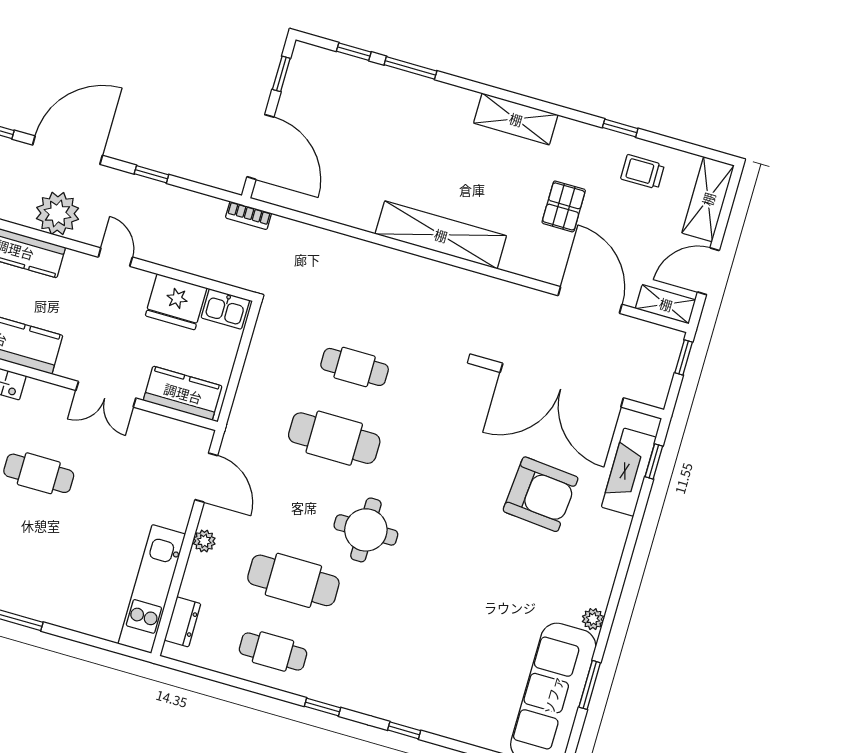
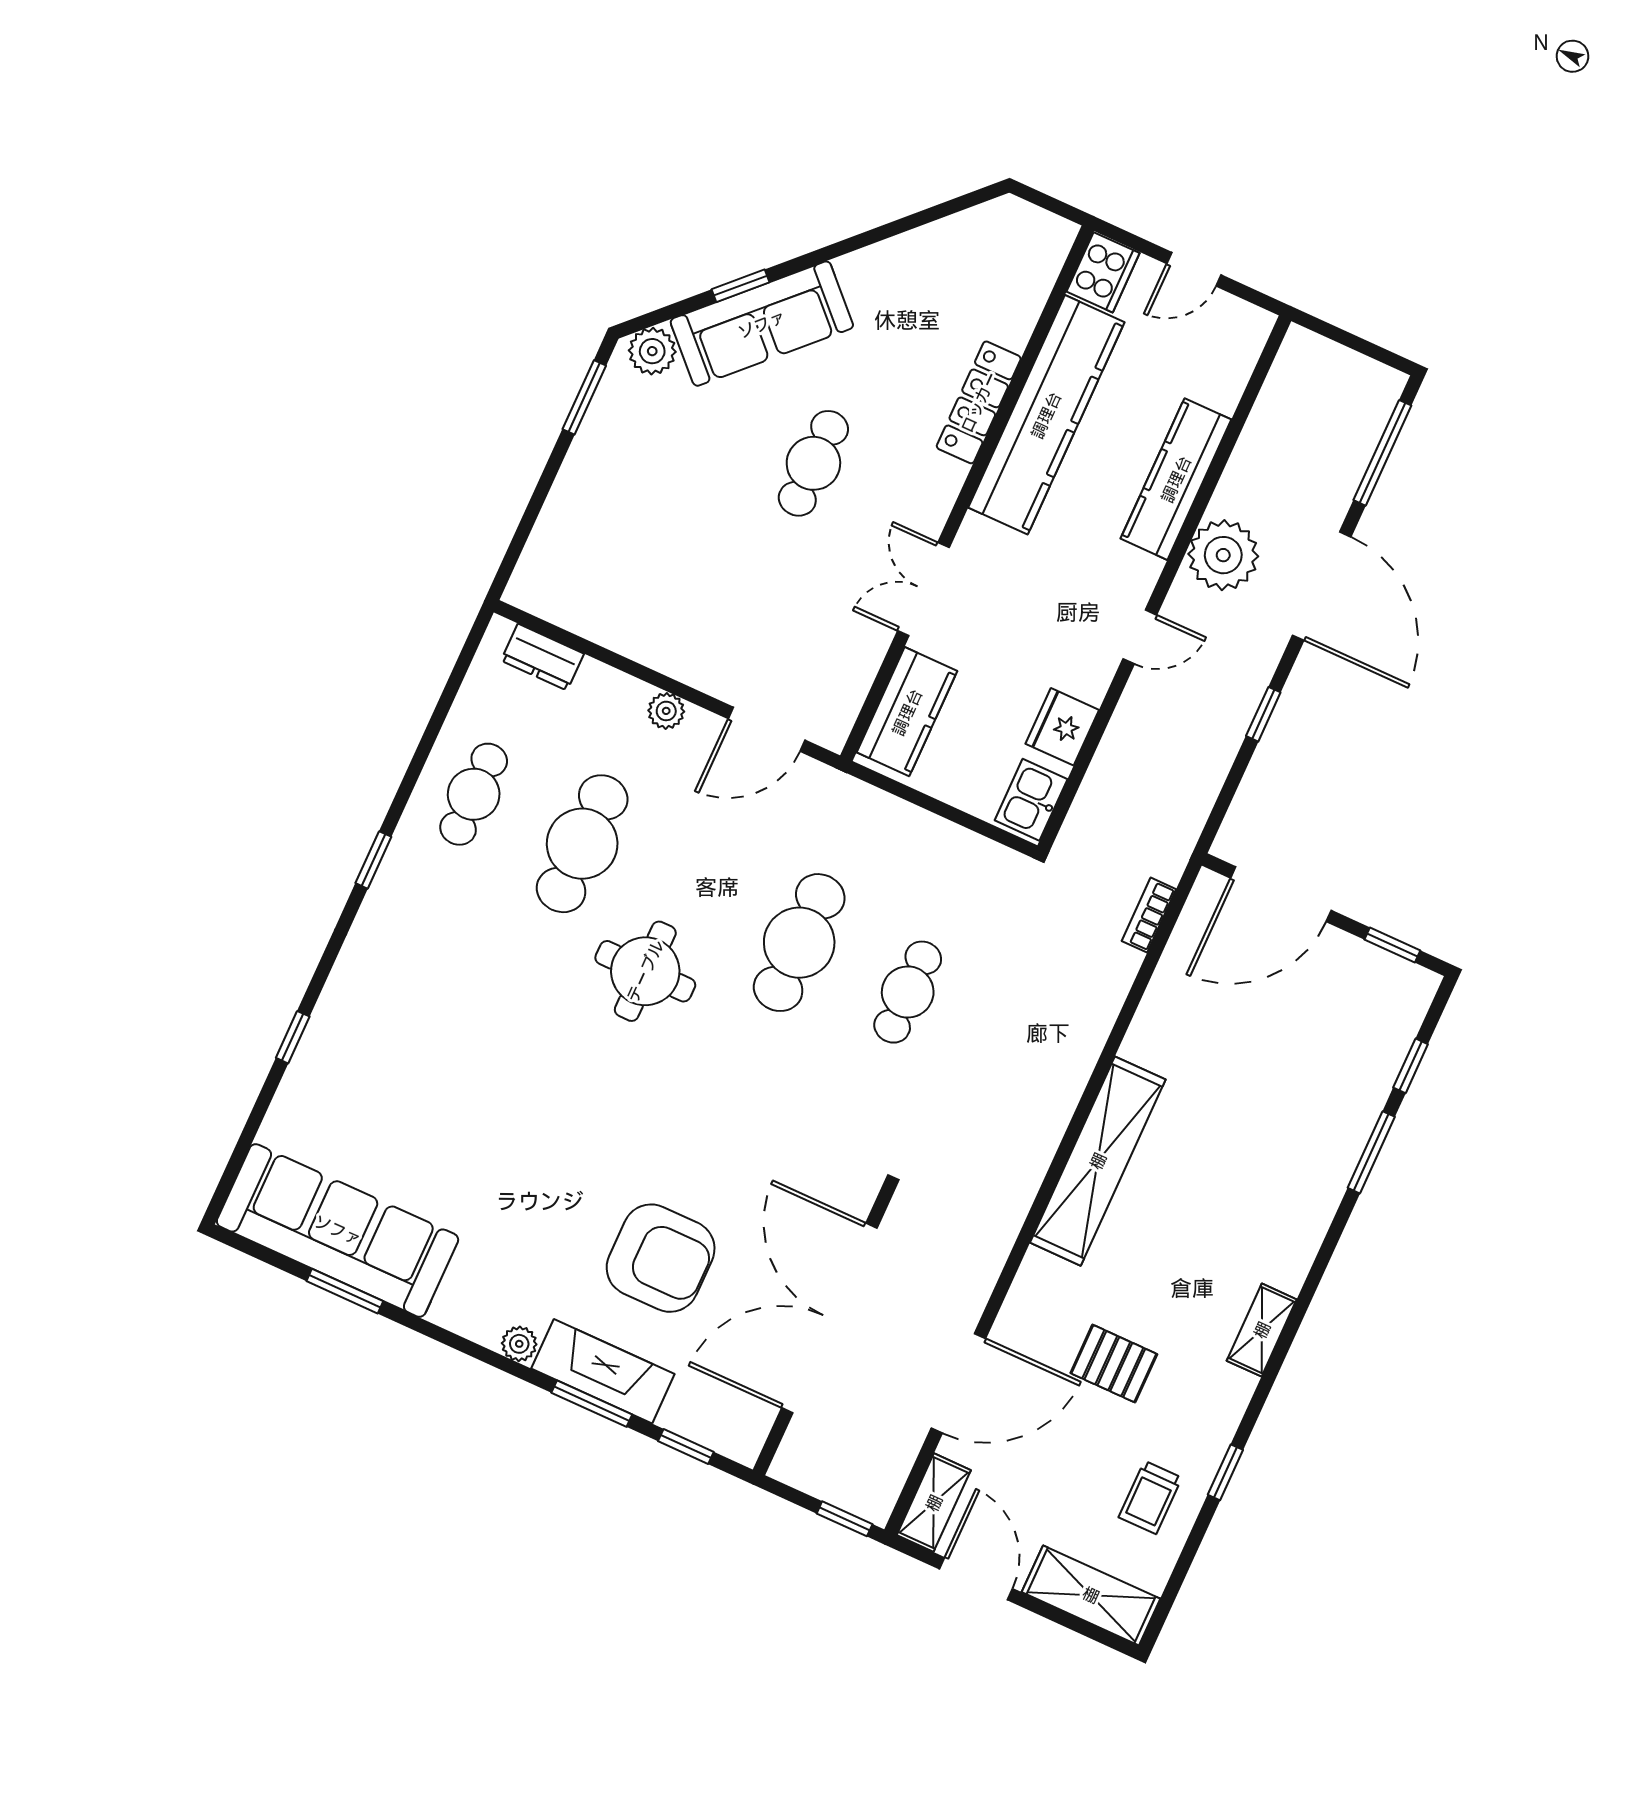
shelving: (516, 119) -> (1262, 1330), width x0.67, depth x0.75
trolley: (642, 172) -> (1150, 1497), turned 180
bookcase: (248, 215) -> (1149, 915), moved
fridge: (176, 302) -> (1062, 727), width x0.73, depth x0.75
fireplace: (629, 472) -> (603, 1371), moved
armchair: (541, 494) -> (661, 1258), turned -95
window: (636, 523) -> (592, 1404), added
kitchen unit: (152, 589) -> (602, 616), removed
plant: (593, 619) -> (519, 1344), moved
window: (404, 730) -> (293, 1037), moved

